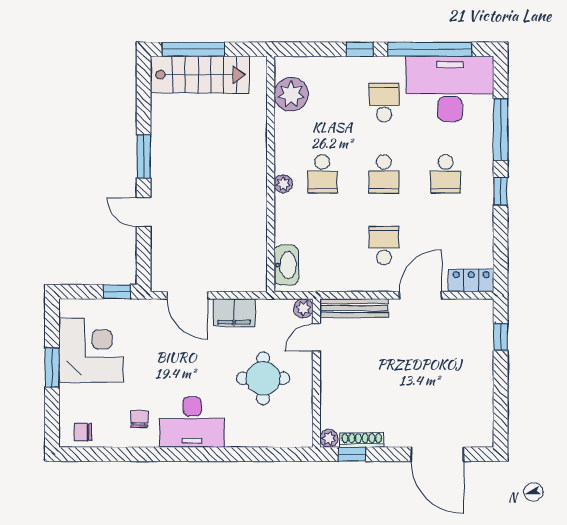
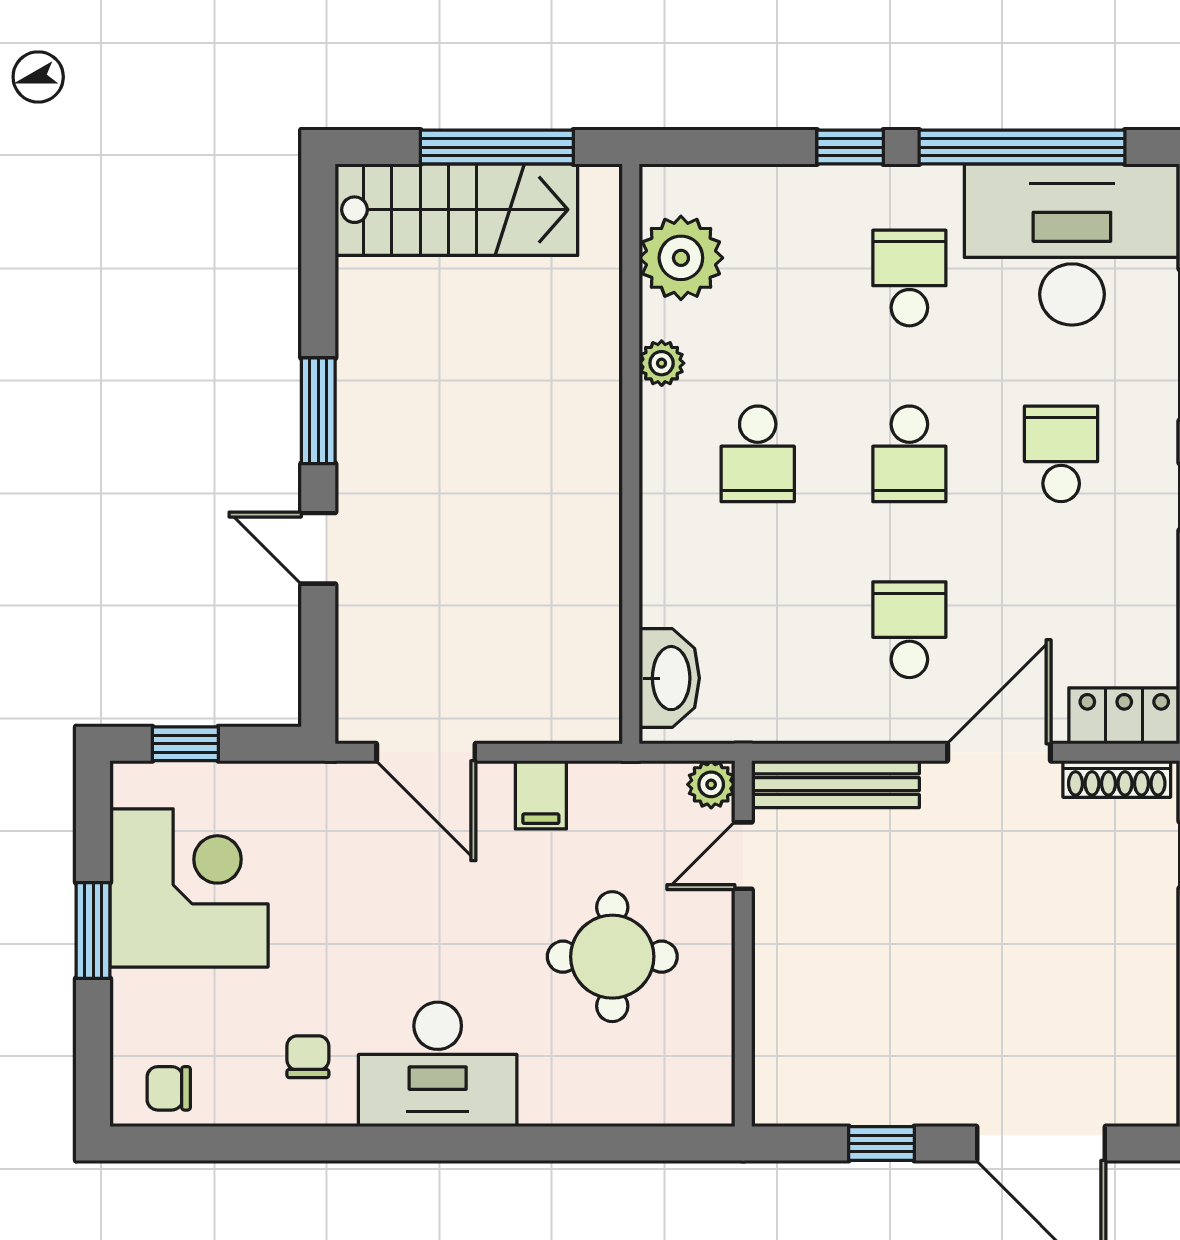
window: (193, 49) -> (497, 147), moved
school desk: (446, 174) -> (1061, 454), turned 180
plant: (283, 184) -> (662, 363), moved
window: (117, 292) -> (185, 744), moved
filing cabinet: (234, 313) -> (541, 795), width x0.50
plant: (329, 438) -> (774, 1104), removed
shoe rack: (362, 440) -> (1117, 779), moved, turned 180
window: (352, 454) -> (881, 1144), moved

